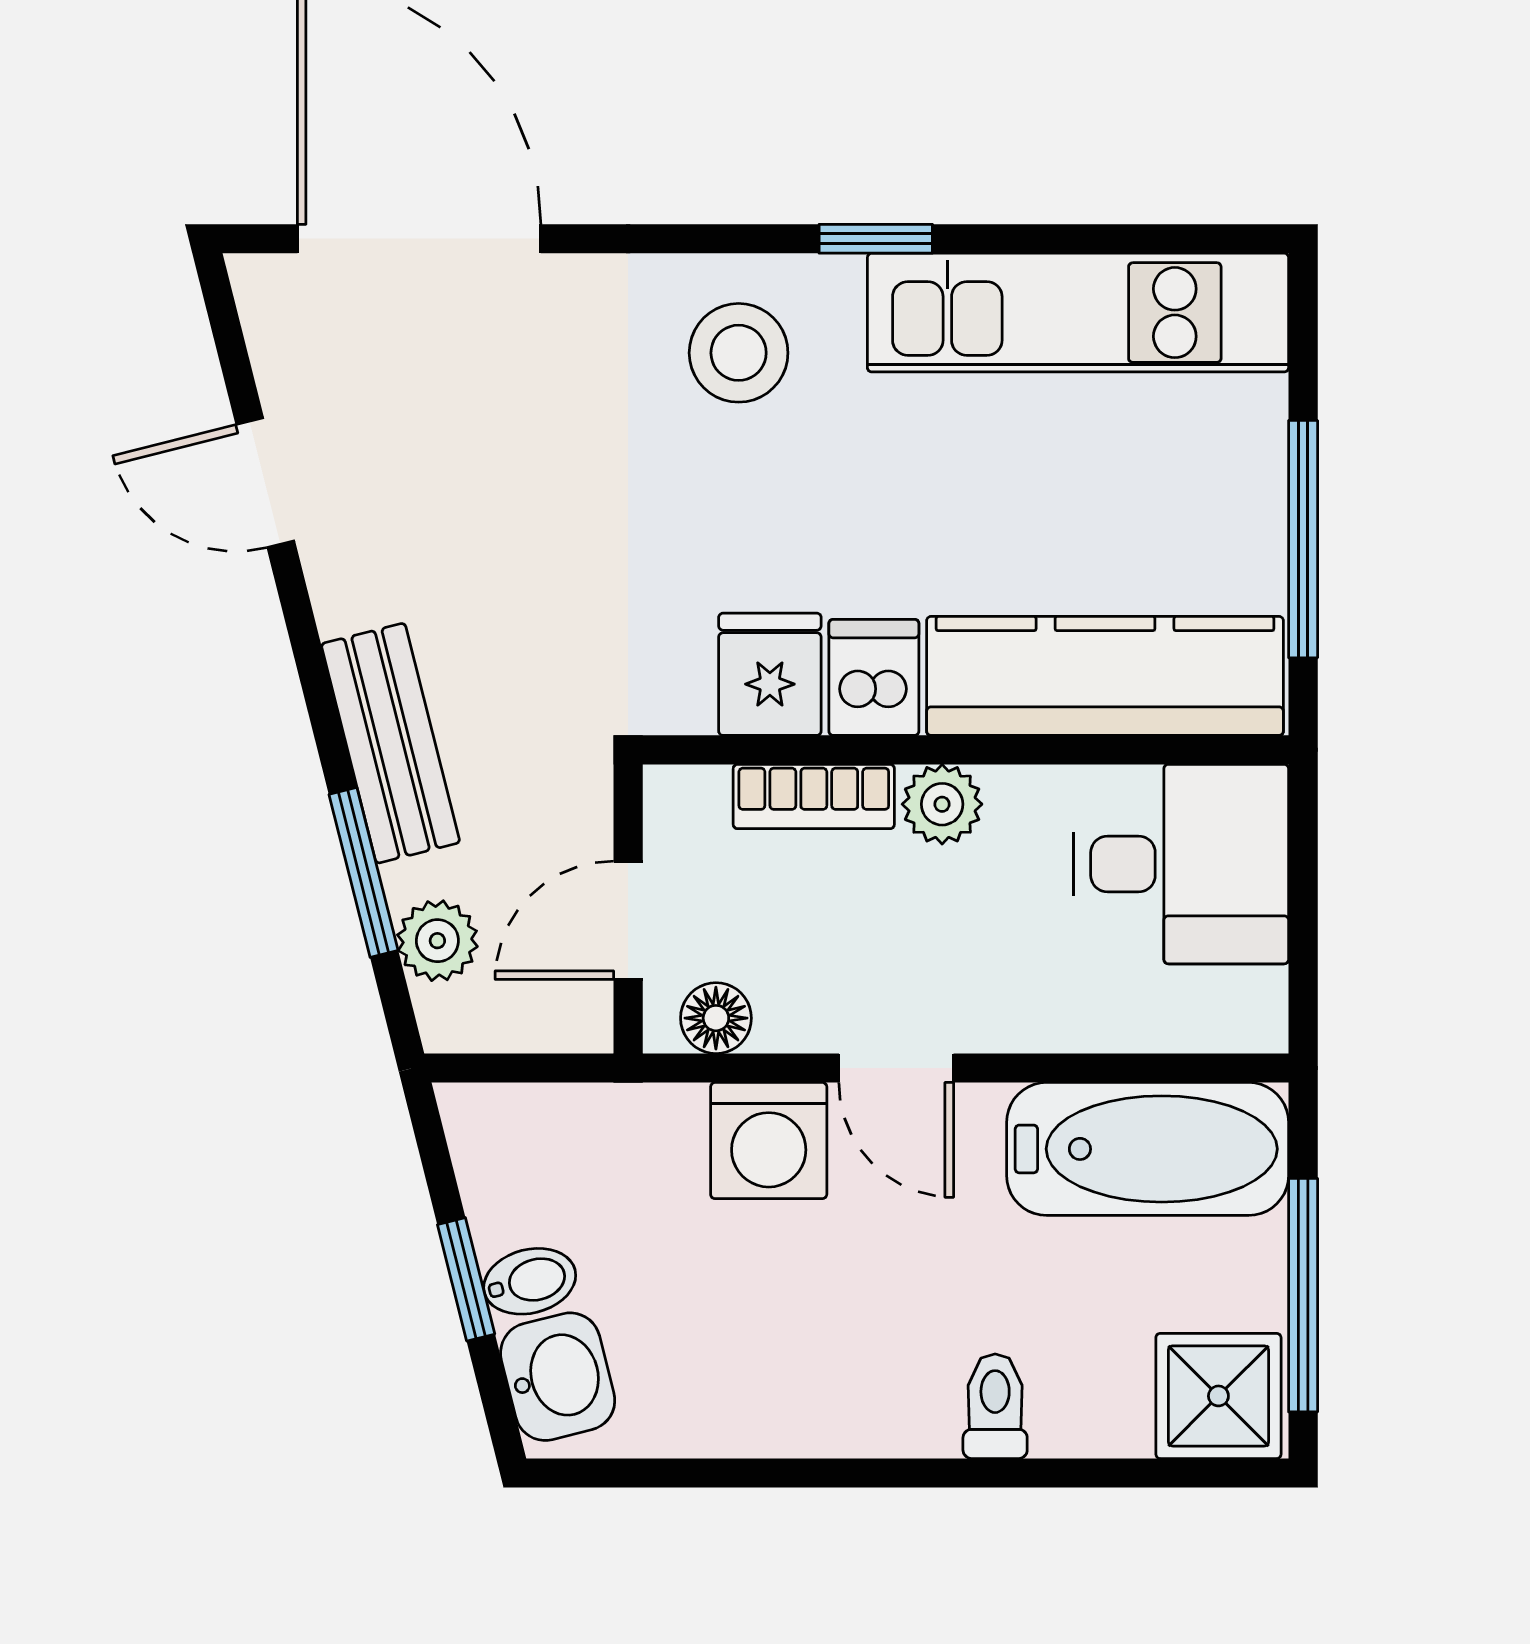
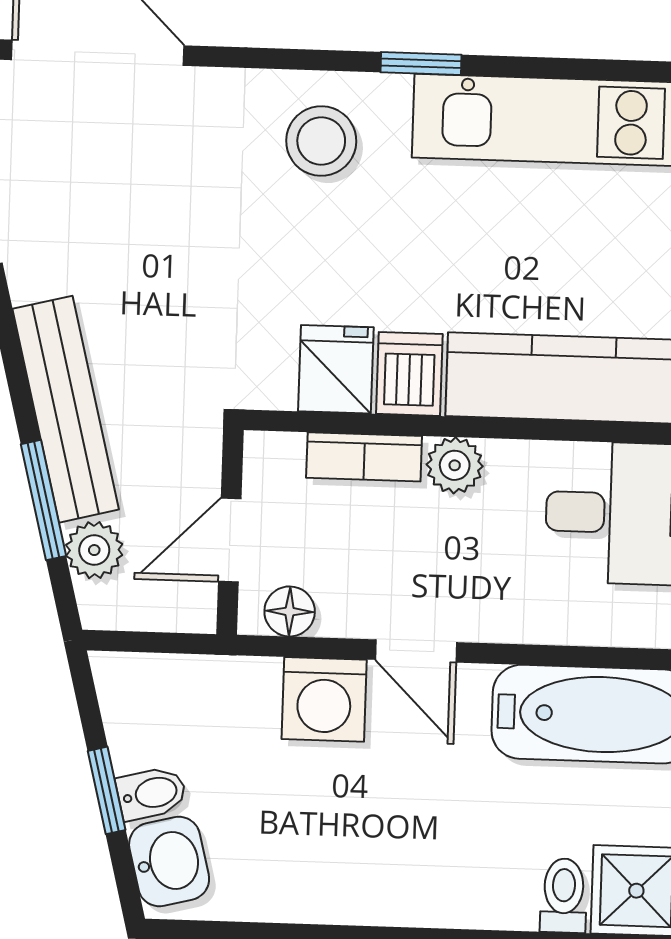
bench: (391, 743) -> (66, 409), width x1.36
toilet: (995, 1406) -> (564, 896), moved

